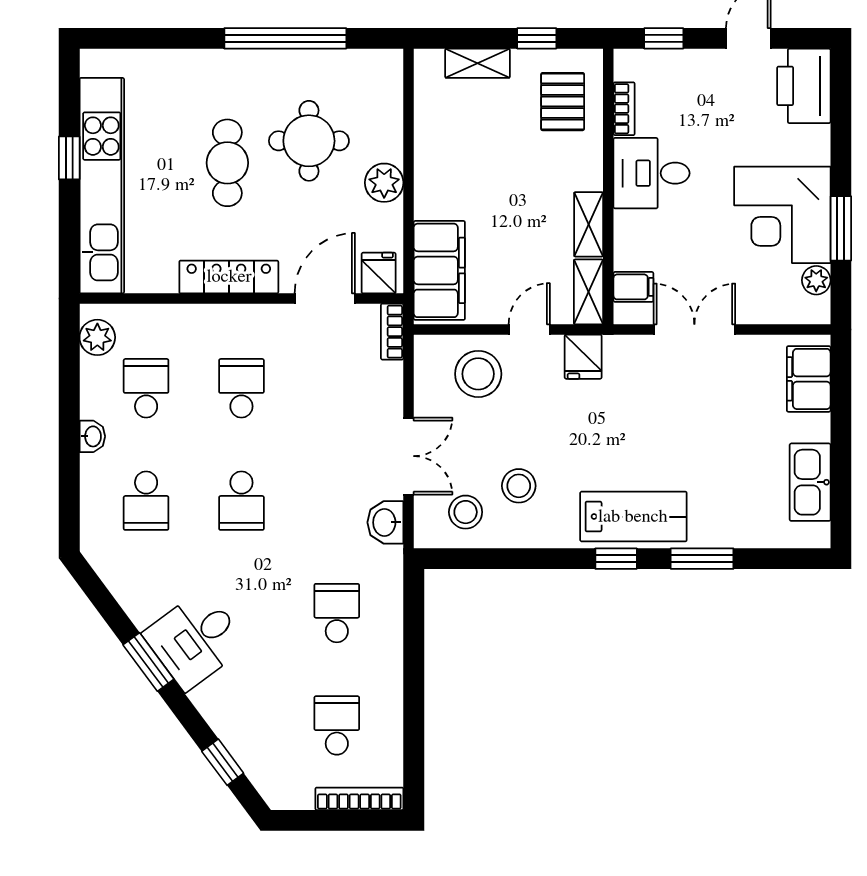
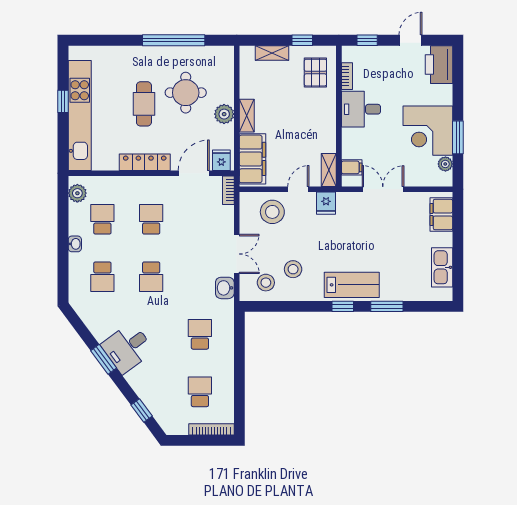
shelving: (589, 224) -> (247, 116), moved

